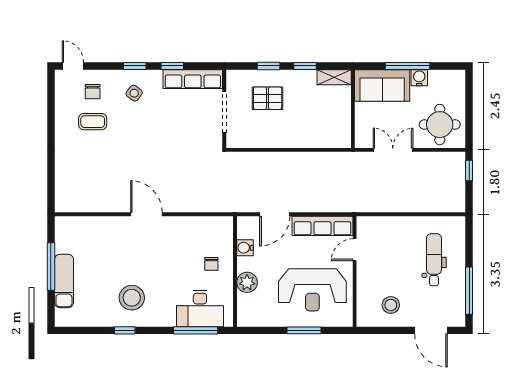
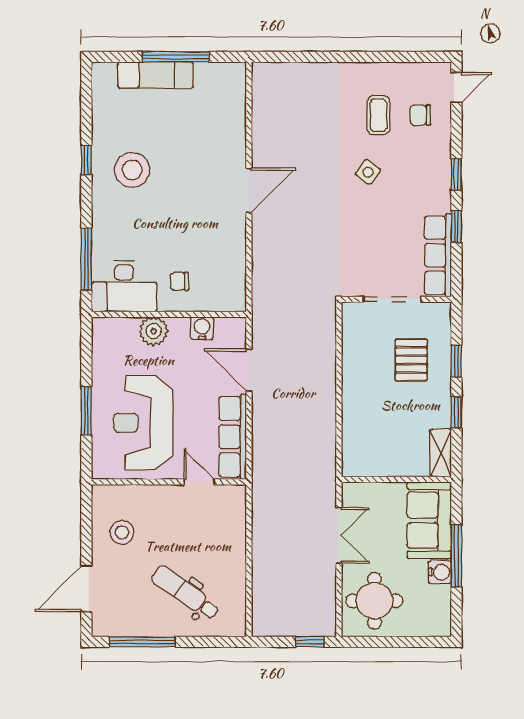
side table: (134, 93) -> (368, 172), moved
dental chair: (434, 260) -> (185, 593), turned -145
desk: (200, 308) -> (124, 286), moved, turned -90

